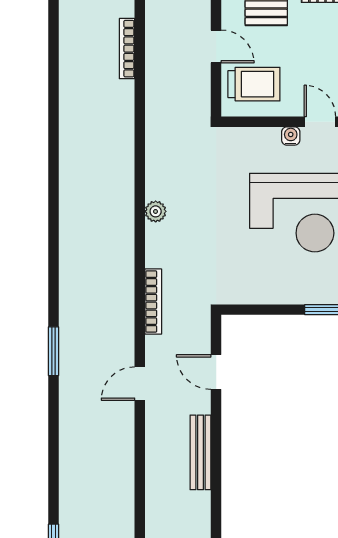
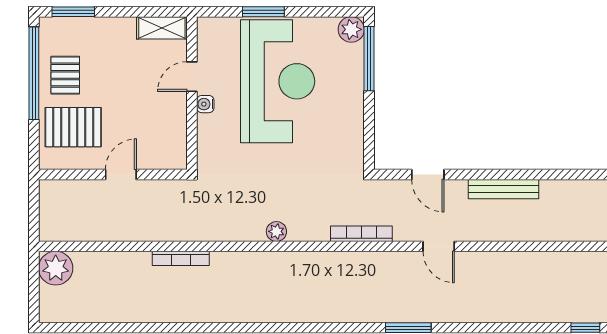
bookcase: (127, 49) -> (181, 258), moved
trolley: (254, 84) -> (156, 139), removed
door: (216, 372) -> (428, 175), hinge flipped

